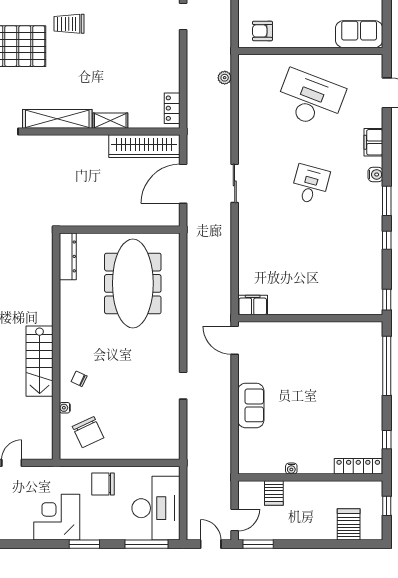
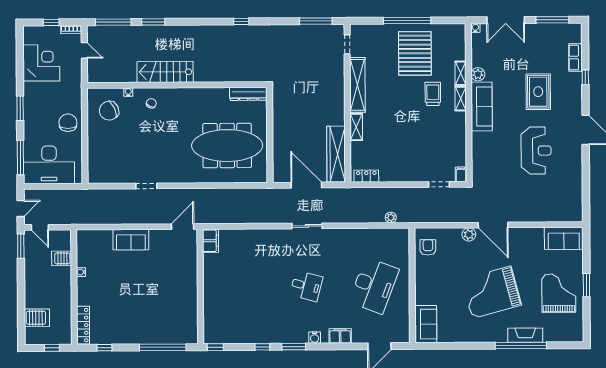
corner desk: (57, 517) -> (41, 63), moved

